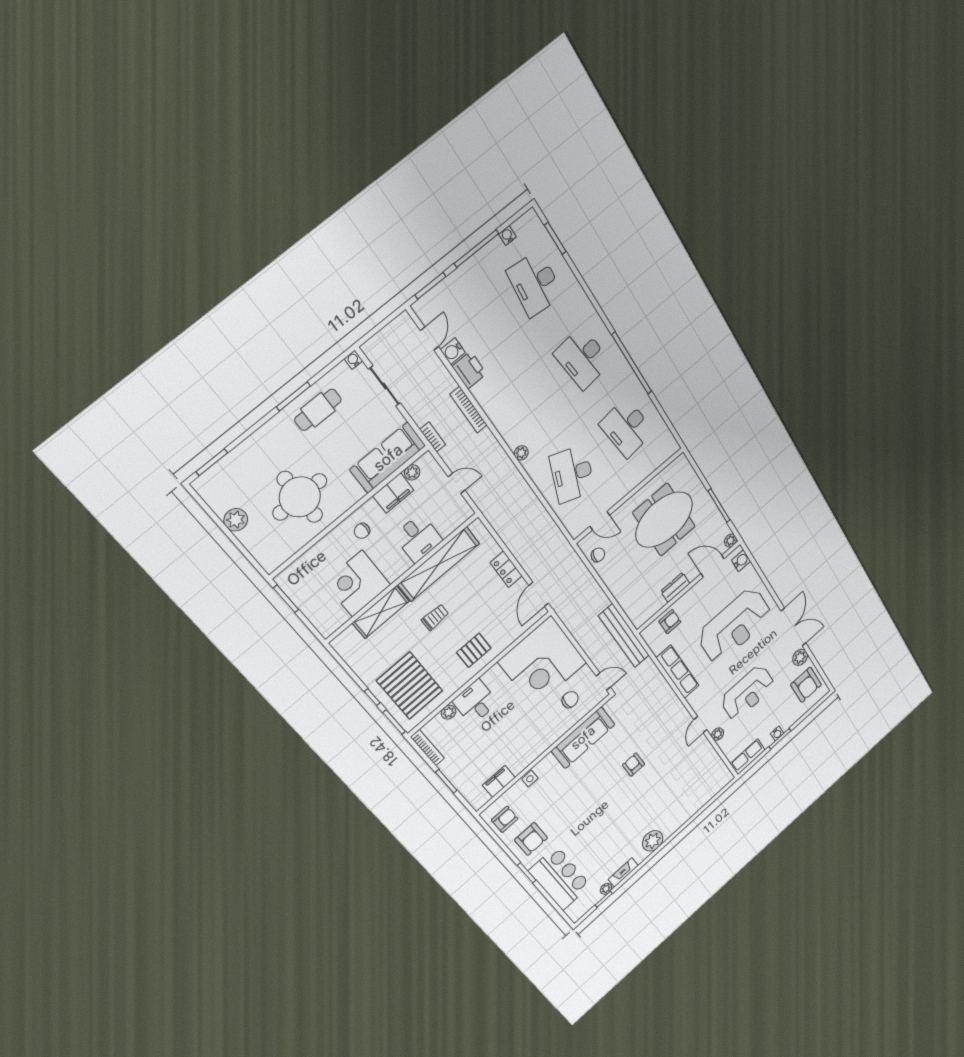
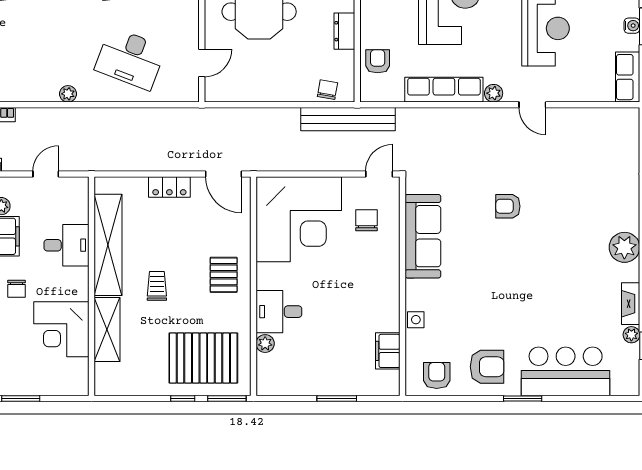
chair: (598, 555) -> (327, 90), moved
plant: (718, 734) -> (494, 93), moved
bookcase: (427, 748) -> (283, 389), removed

